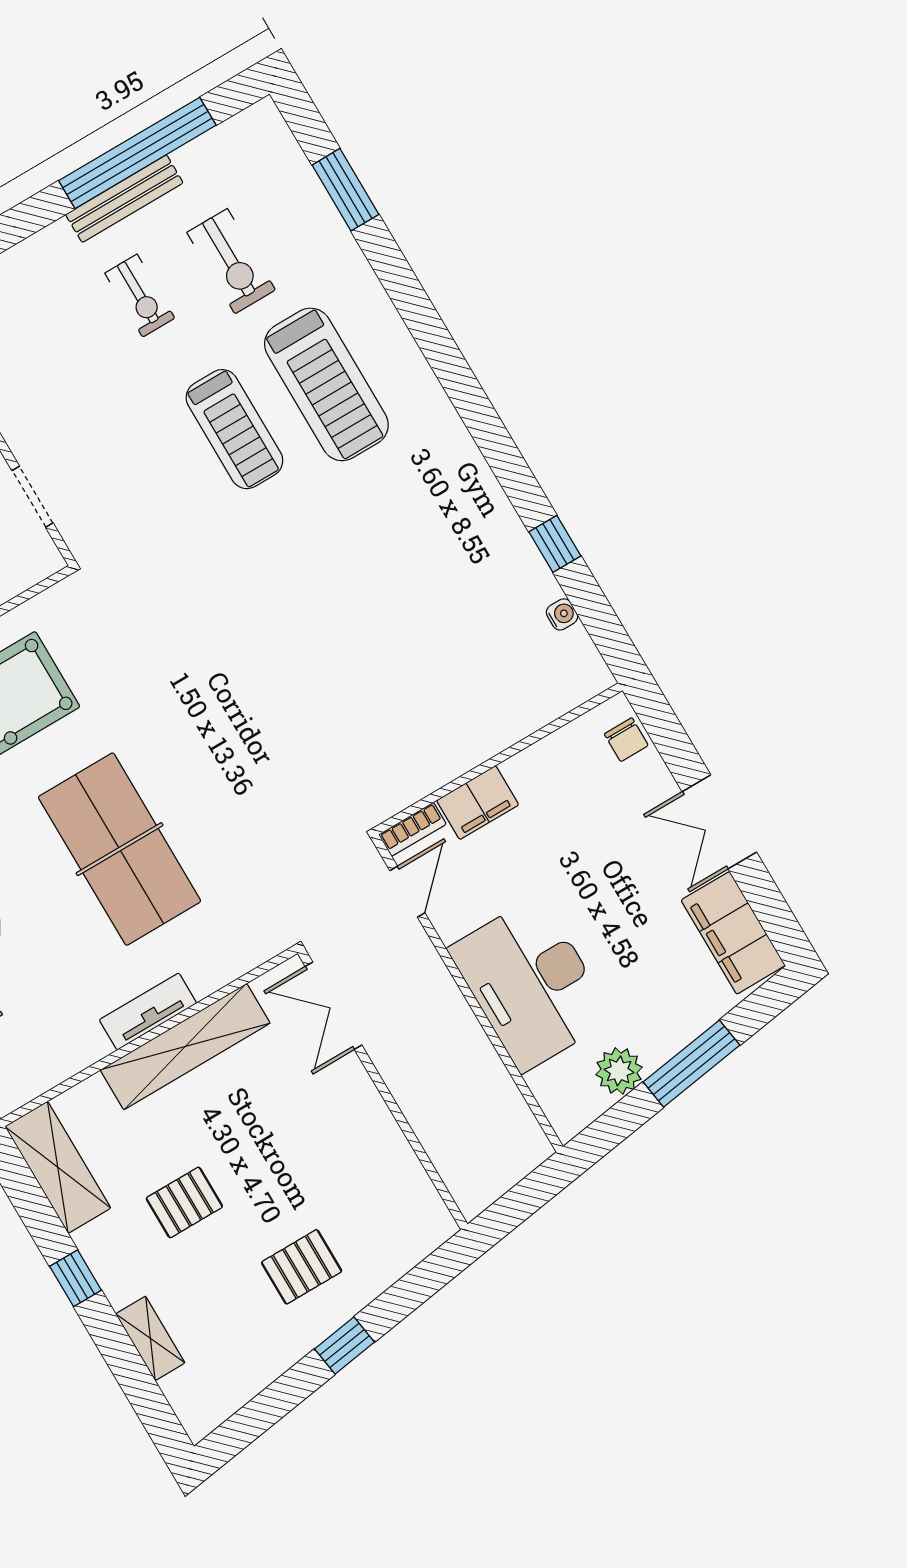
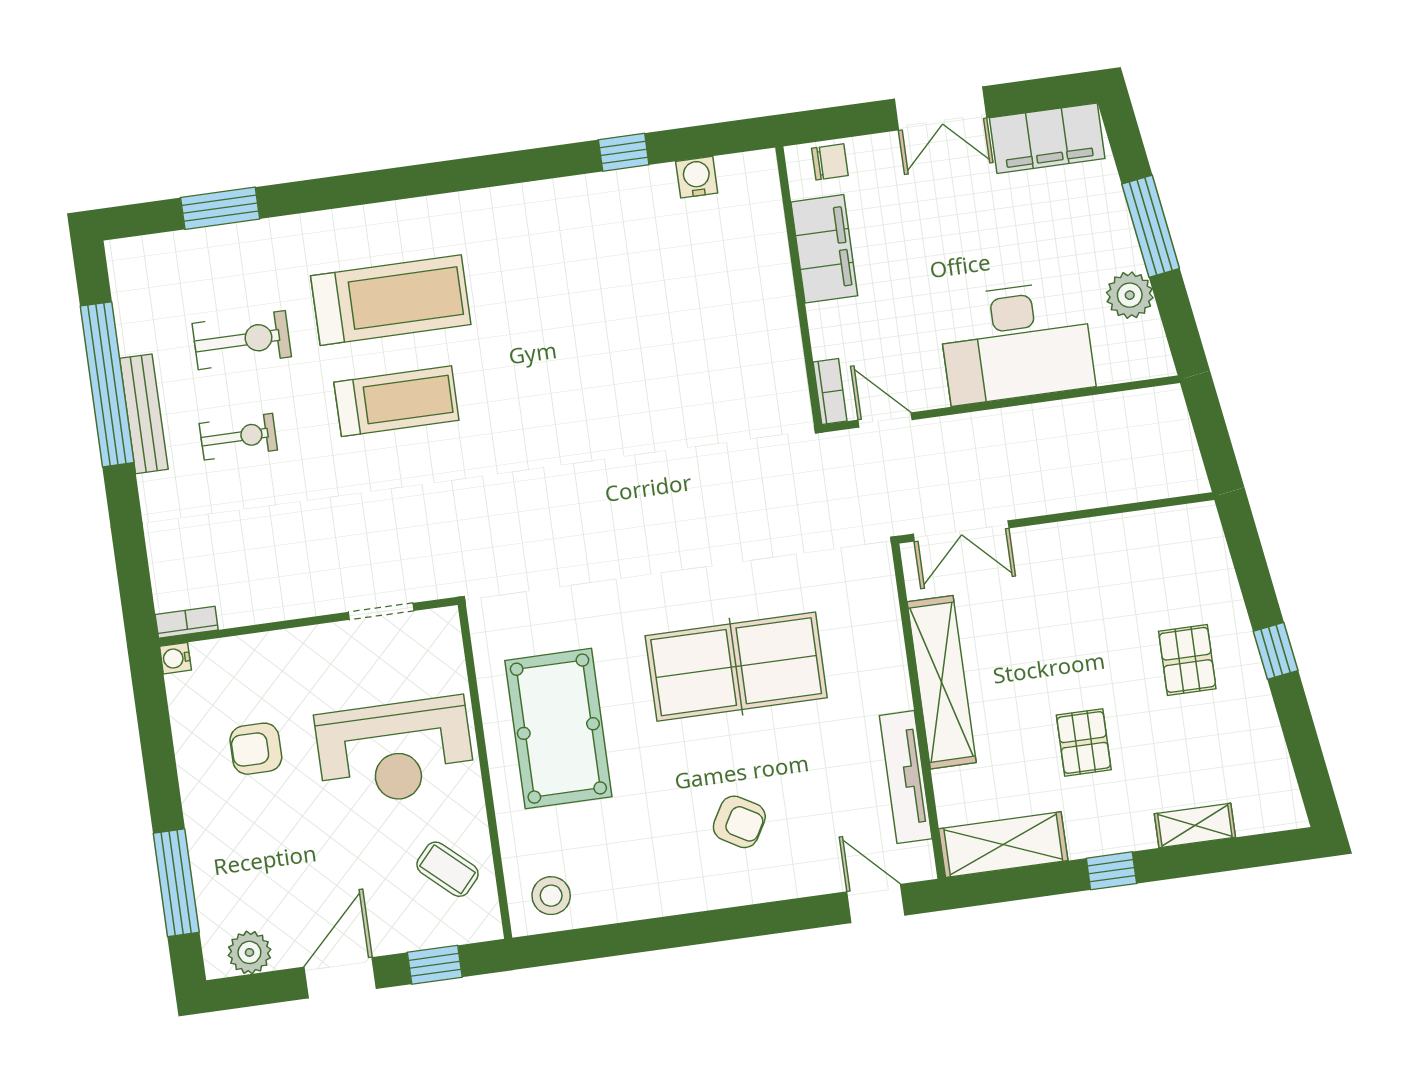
water cooler: (562, 614) -> (697, 177), width x1.38, depth x1.38
filing cabinet: (478, 803) -> (824, 249), moved, width x1.50, depth x1.17
tv unit: (148, 1012) -> (906, 777), moved, width x1.41

